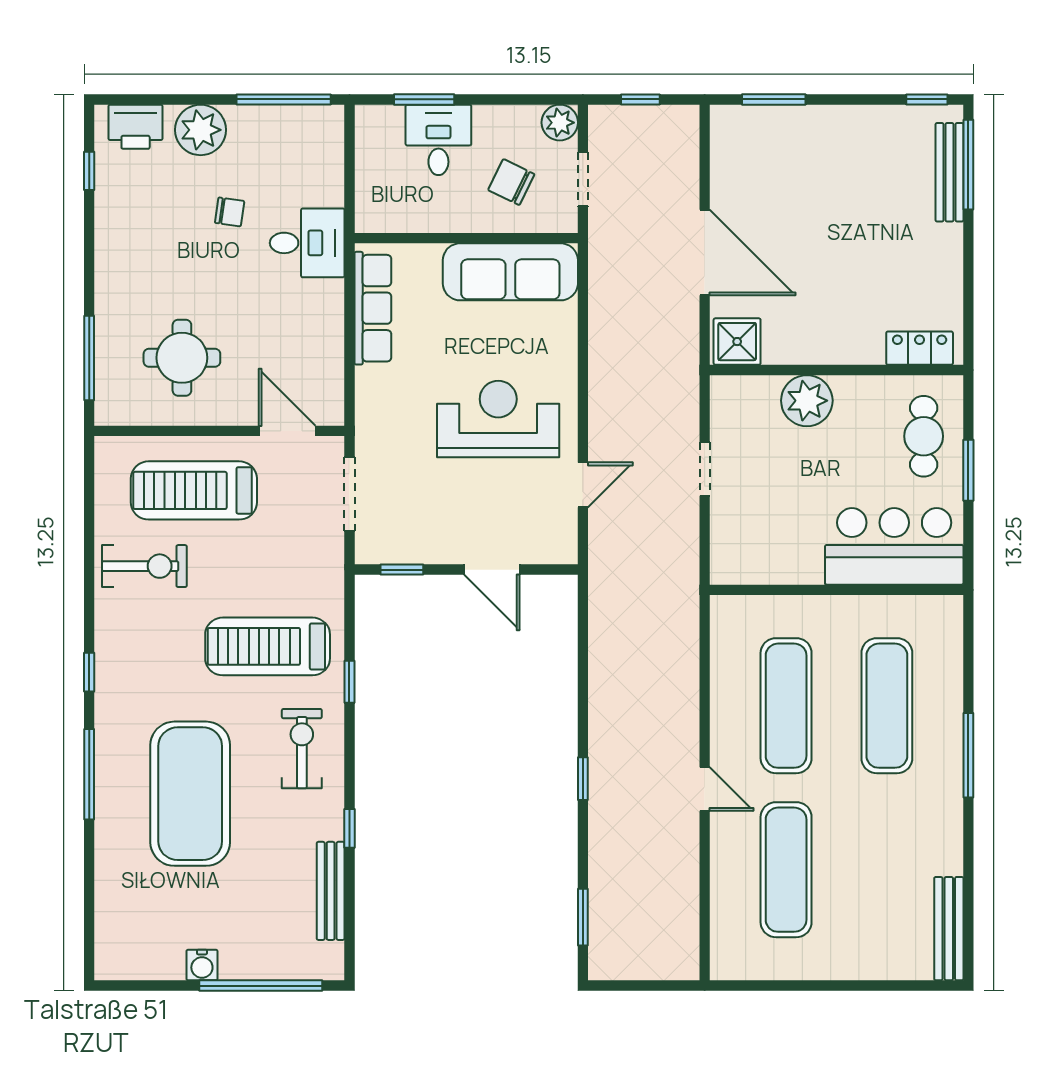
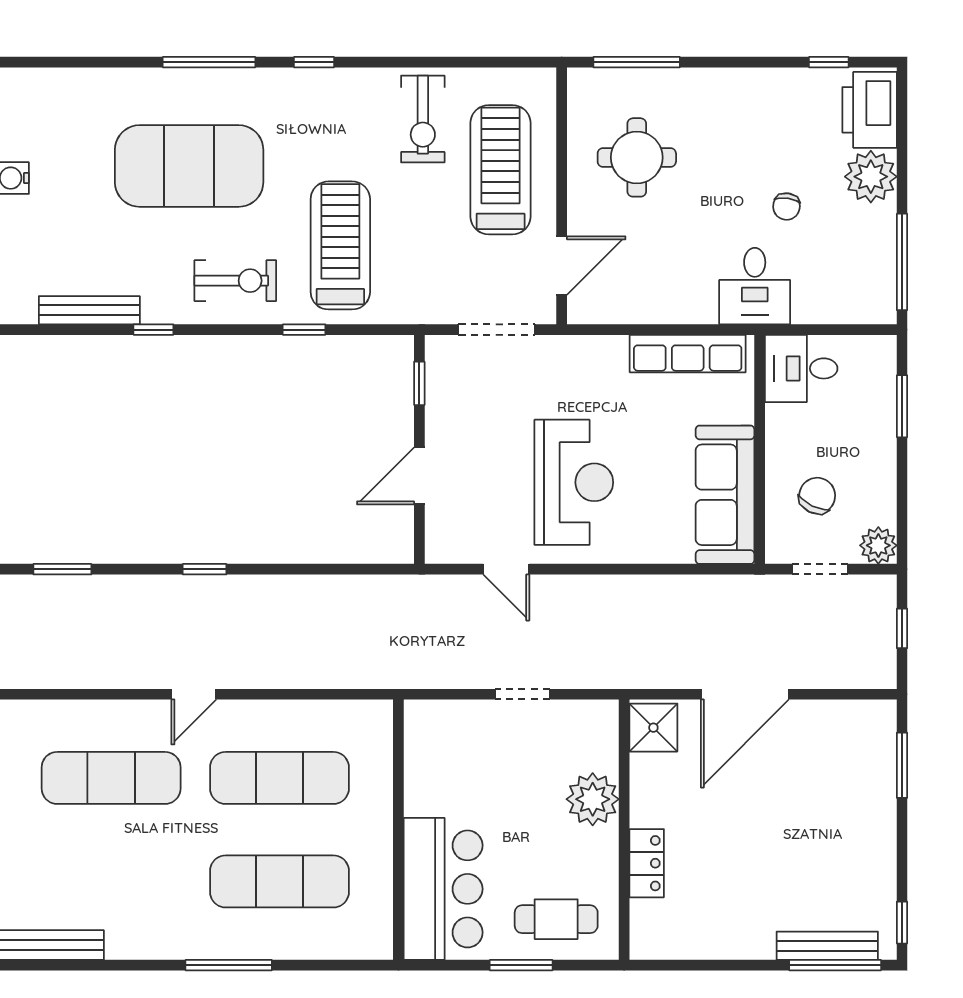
printer: (136, 127) -> (870, 110), width x1.37, depth x1.19
desk: (438, 140) -> (801, 368), moved, turned 180
locker: (920, 348) -> (647, 863), moved

